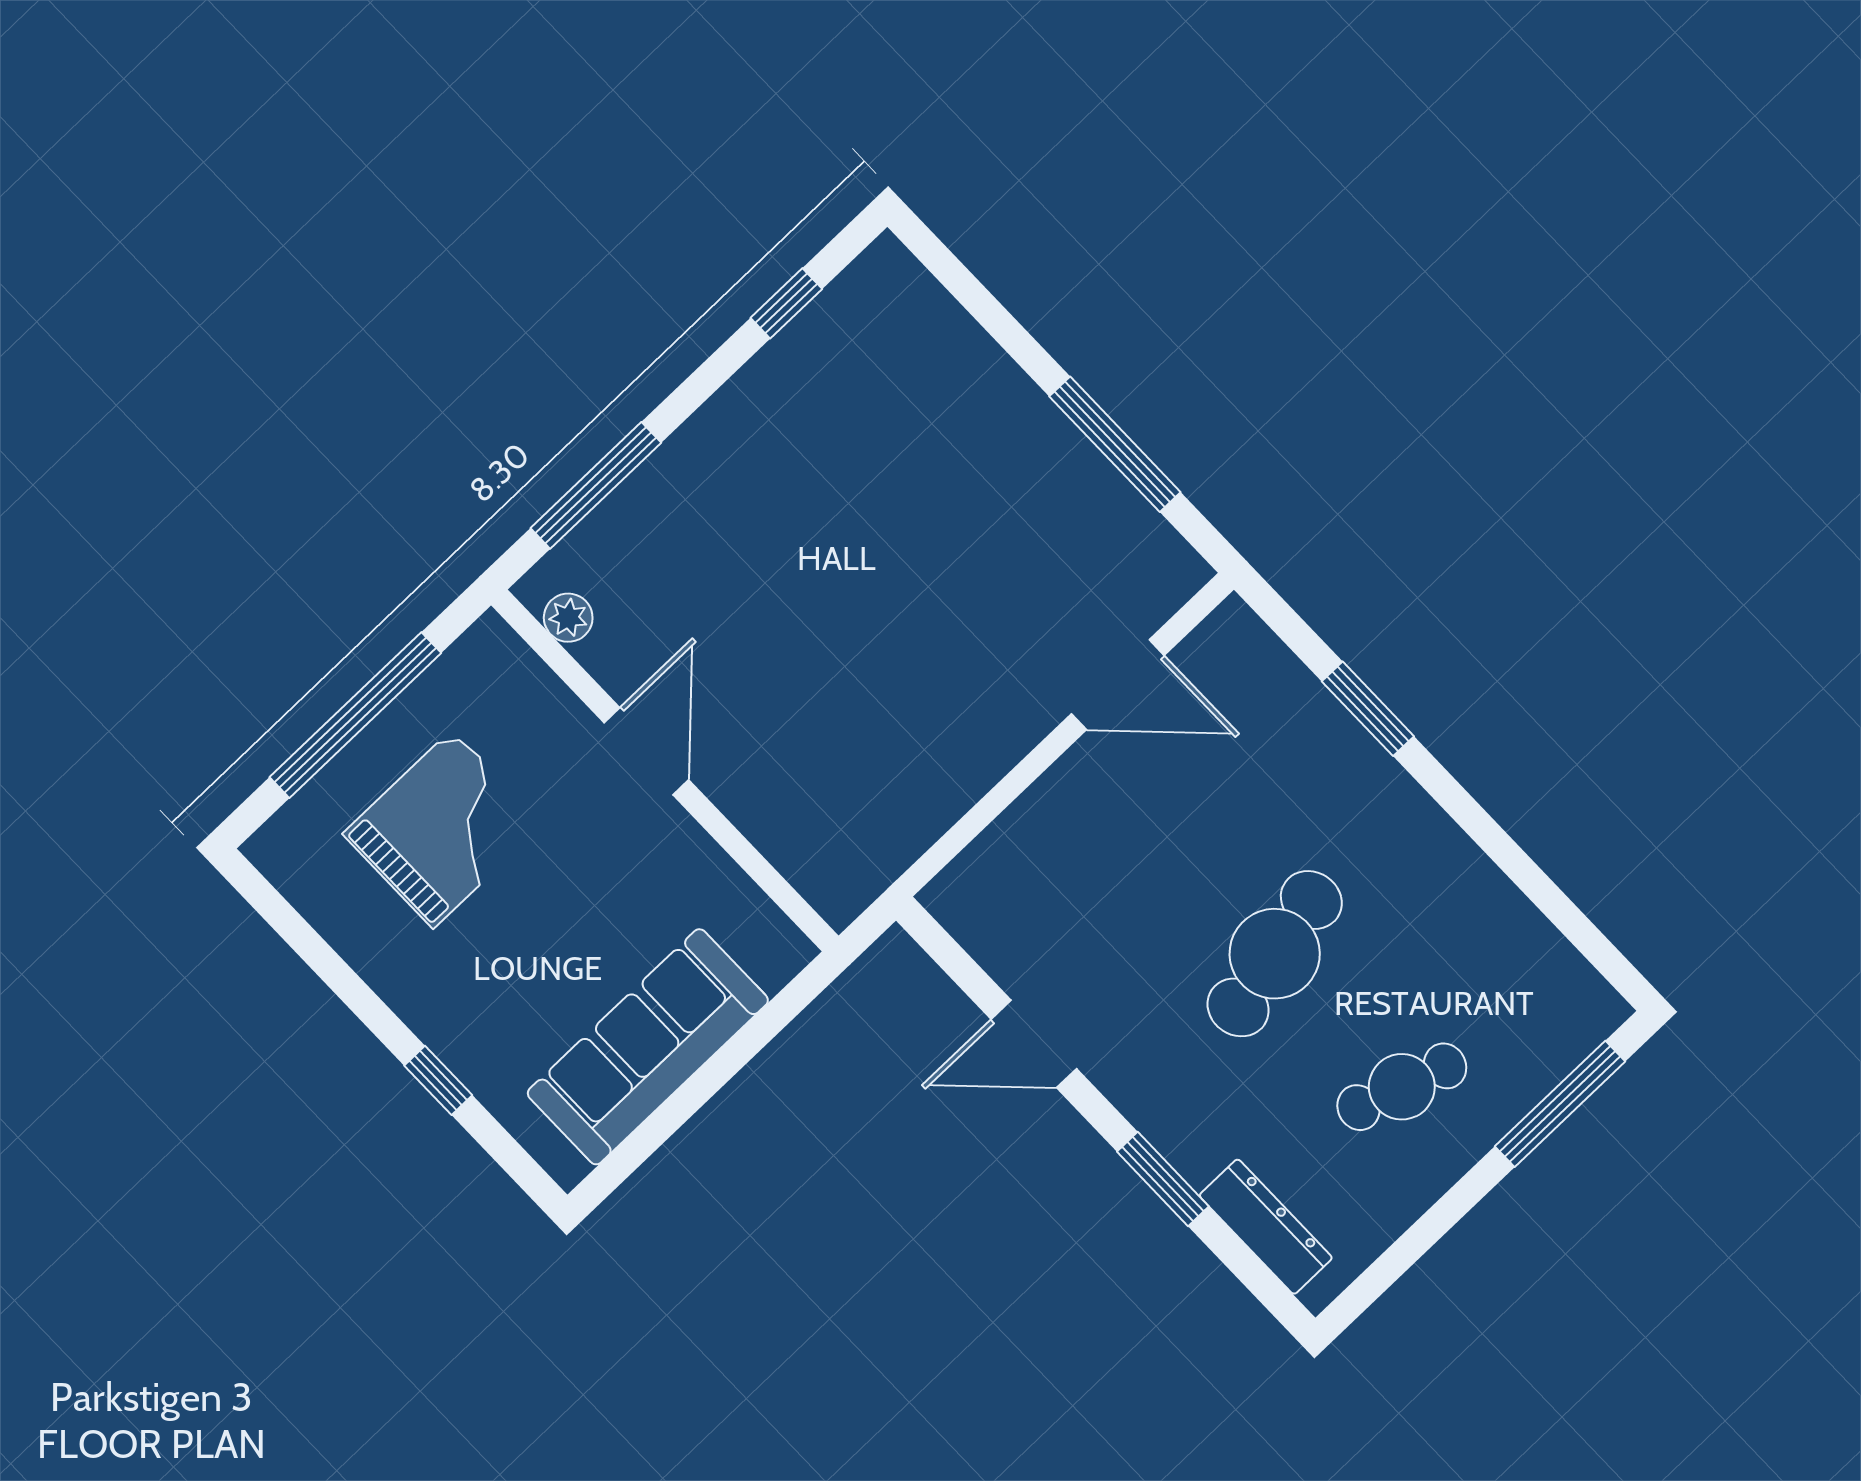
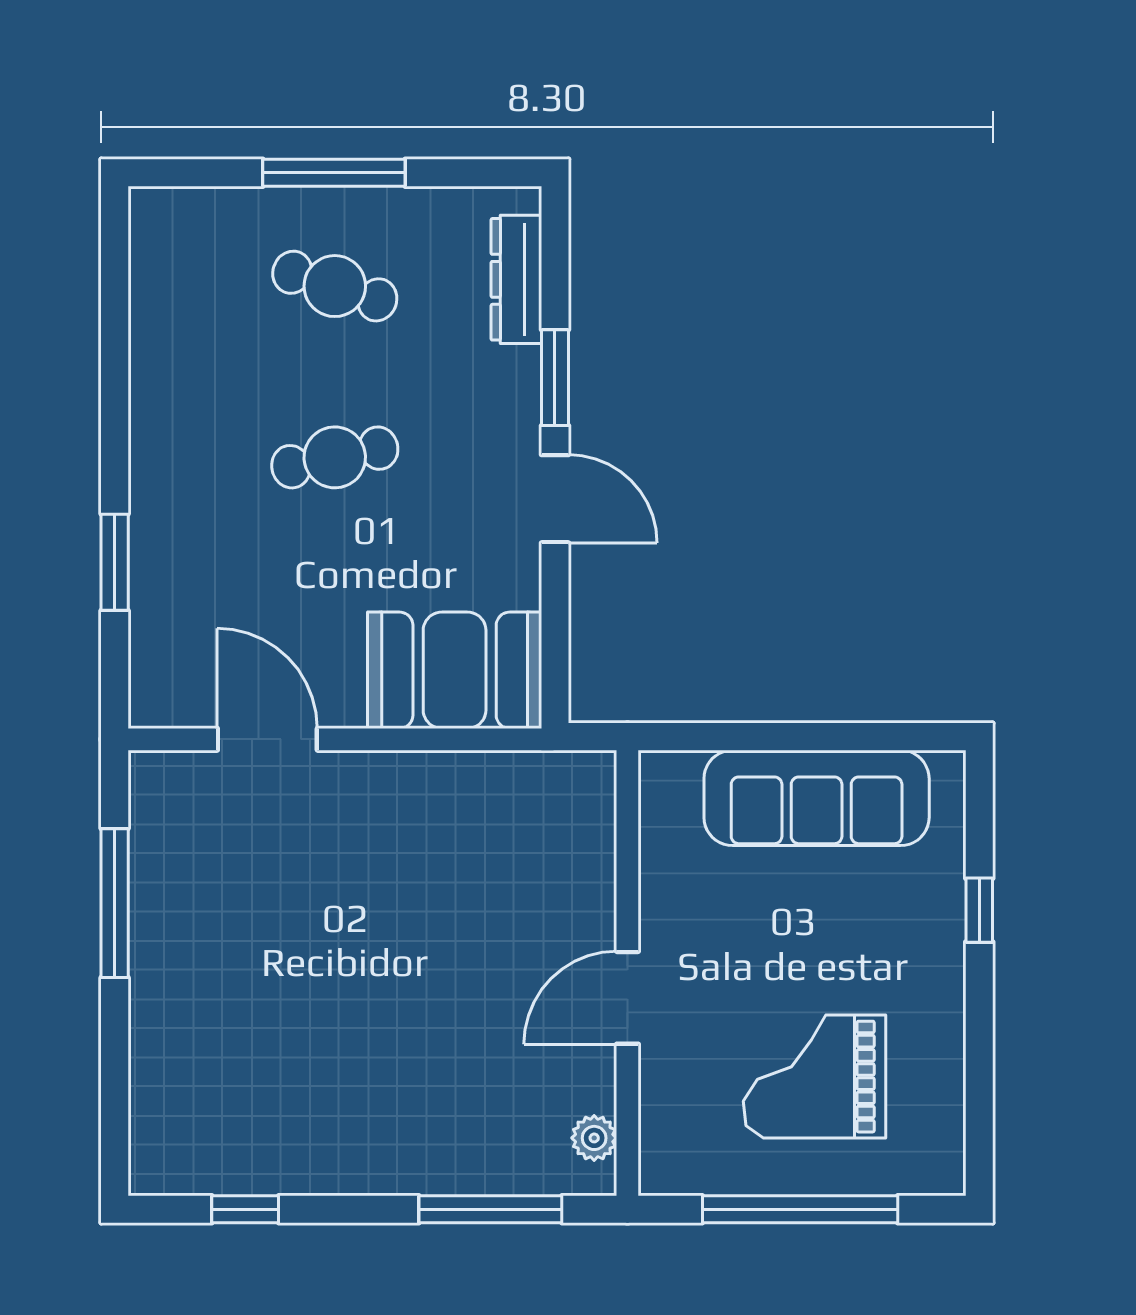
booth: (1024, 877) -> (455, 670), added
cafe table: (1275, 954) -> (335, 457), width x0.73, depth x0.74
door: (1034, 1044) -> (555, 499), moved
window: (1560, 1104) -> (334, 173), moved

